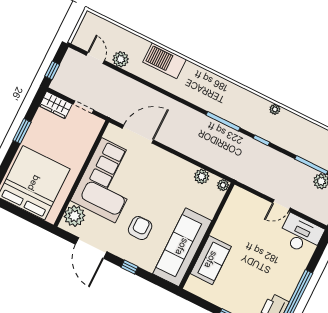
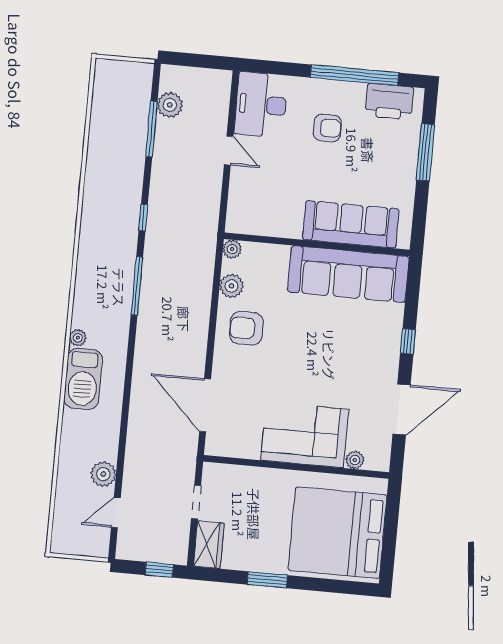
barbecue: (165, 61) -> (83, 379), moved
plant: (275, 109) -> (78, 338), moved
corner sofa: (108, 180) -> (305, 435), width x0.73, depth x0.74
plant: (74, 216) -> (355, 460), width x0.53, depth x0.53
armchair: (140, 228) -> (246, 328), moved
sofa: (211, 260) -> (351, 224), width x1.36
armchair: (272, 268) -> (327, 128), added

